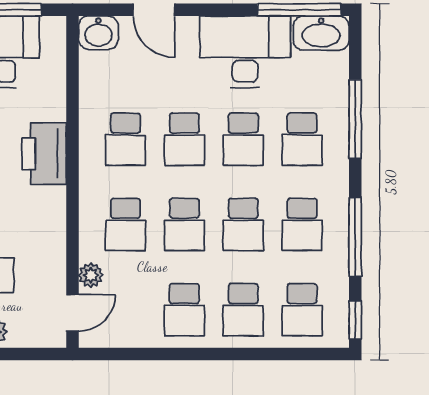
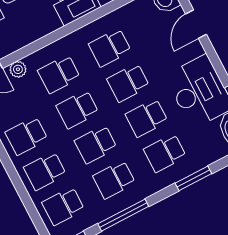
window: (355, 119) -> (193, 178), width x0.69

